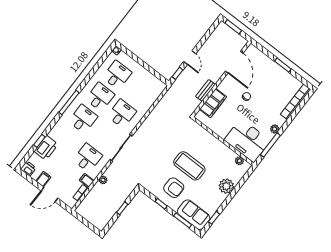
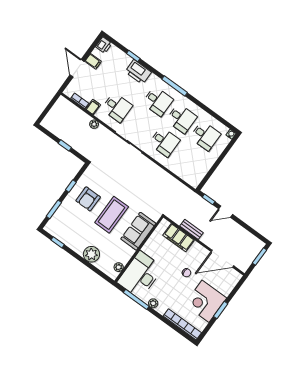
corner desk: (274, 79) -> (205, 301), added
printer: (46, 148) -> (138, 72), moved
sofa: (194, 215) -> (138, 231), moved, turned 180

